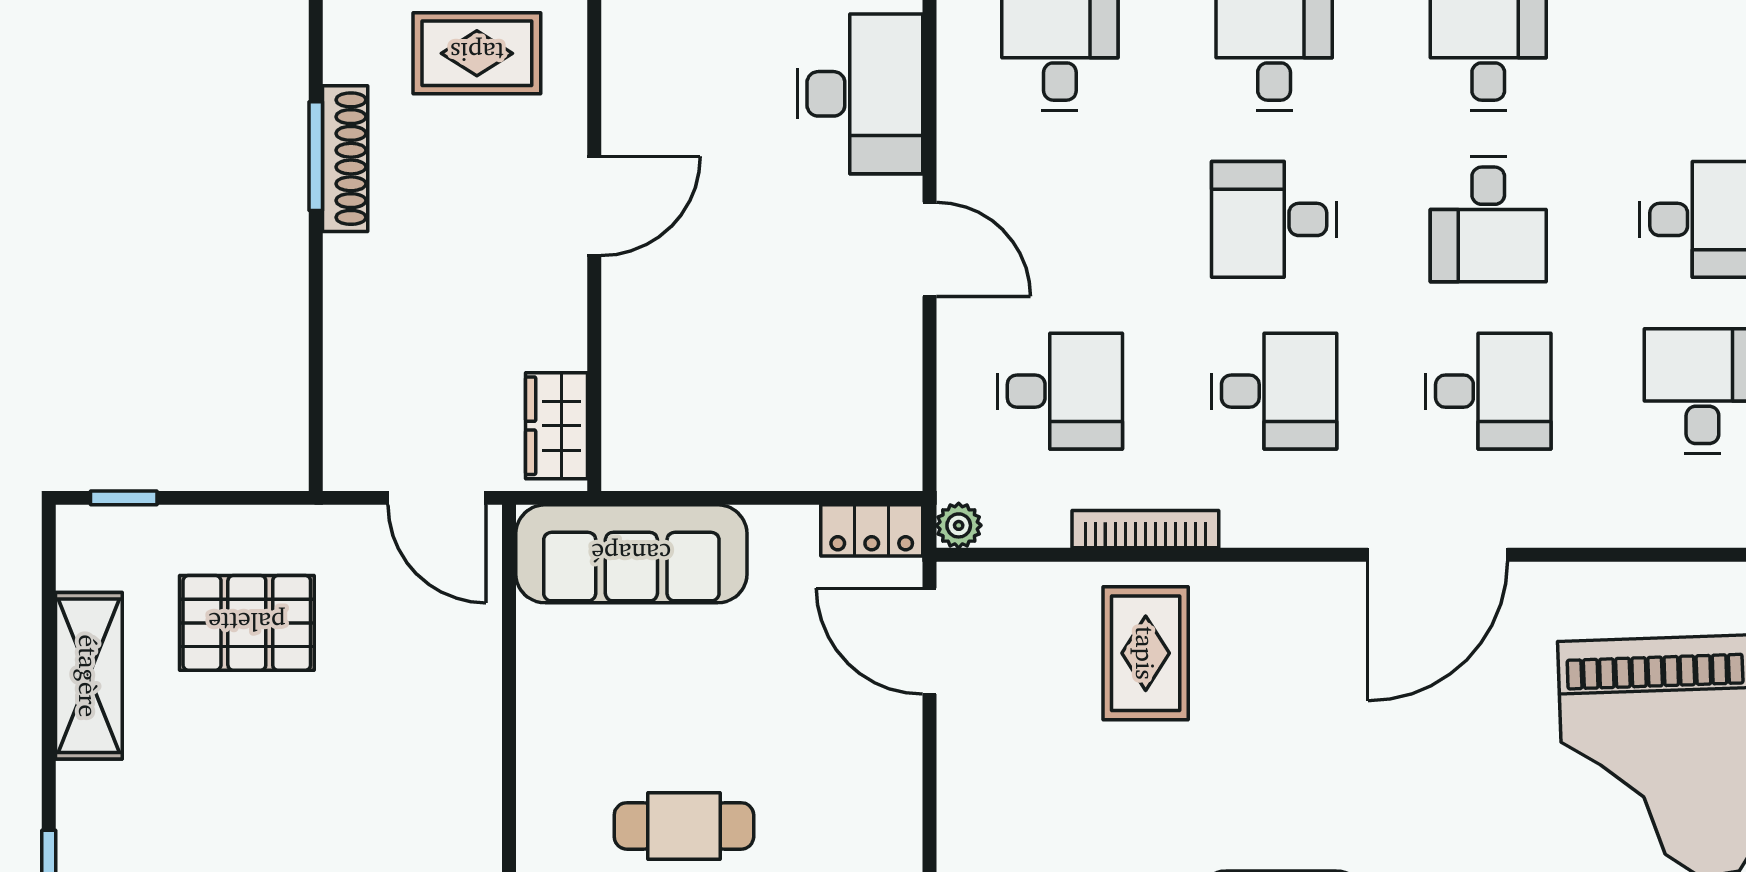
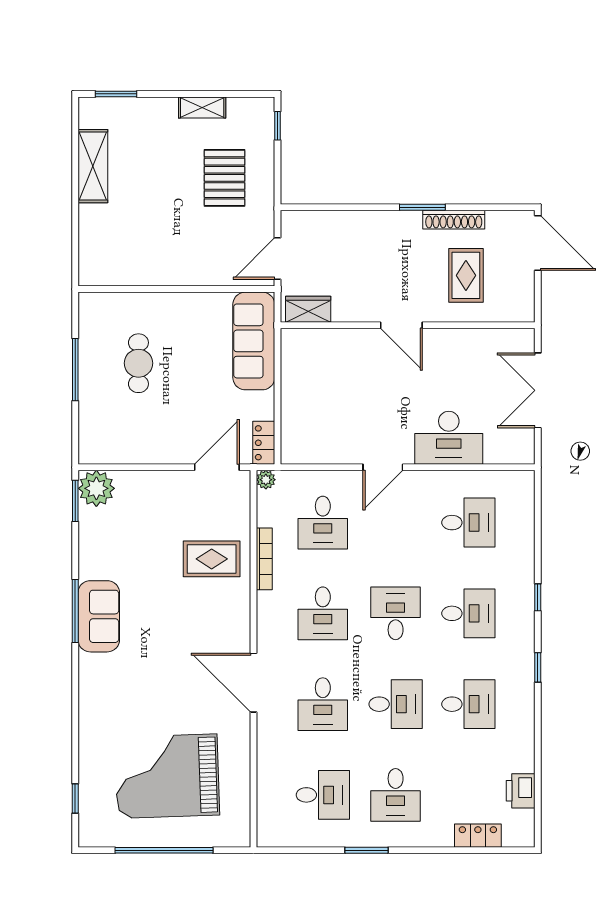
shoe rack: (345, 159) -> (454, 220), moved
desk: (1488, 219) -> (396, 704), turned 180
shelving: (89, 676) -> (202, 107), width x0.67, depth x0.75

